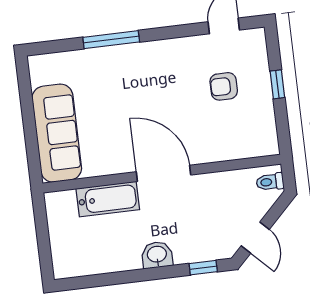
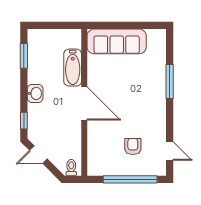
window: (277, 84) -> (130, 179), width x3.17
door: (163, 173) -> (84, 103), hinge flipped
window: (98, 280) -> (24, 56), added

